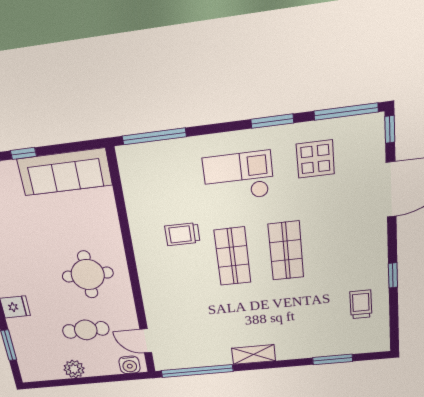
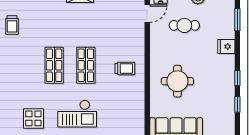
trolley: (182, 234) -> (125, 69), moved
round table: (88, 275) -> (177, 81), moved
door: (146, 341) -> (147, 14), hinge flipped

